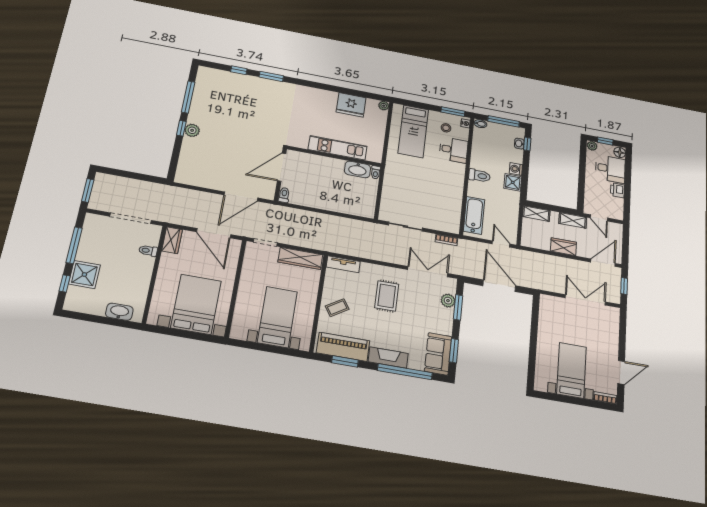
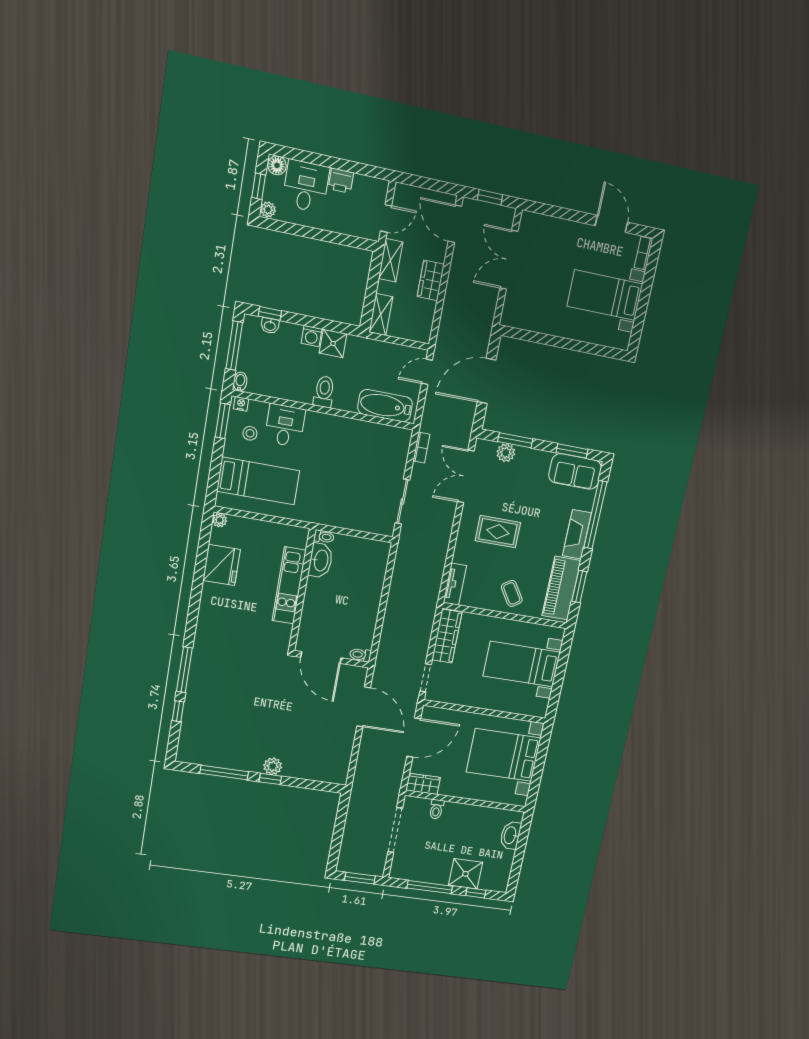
window: (271, 76) -> (184, 670), width x1.44

